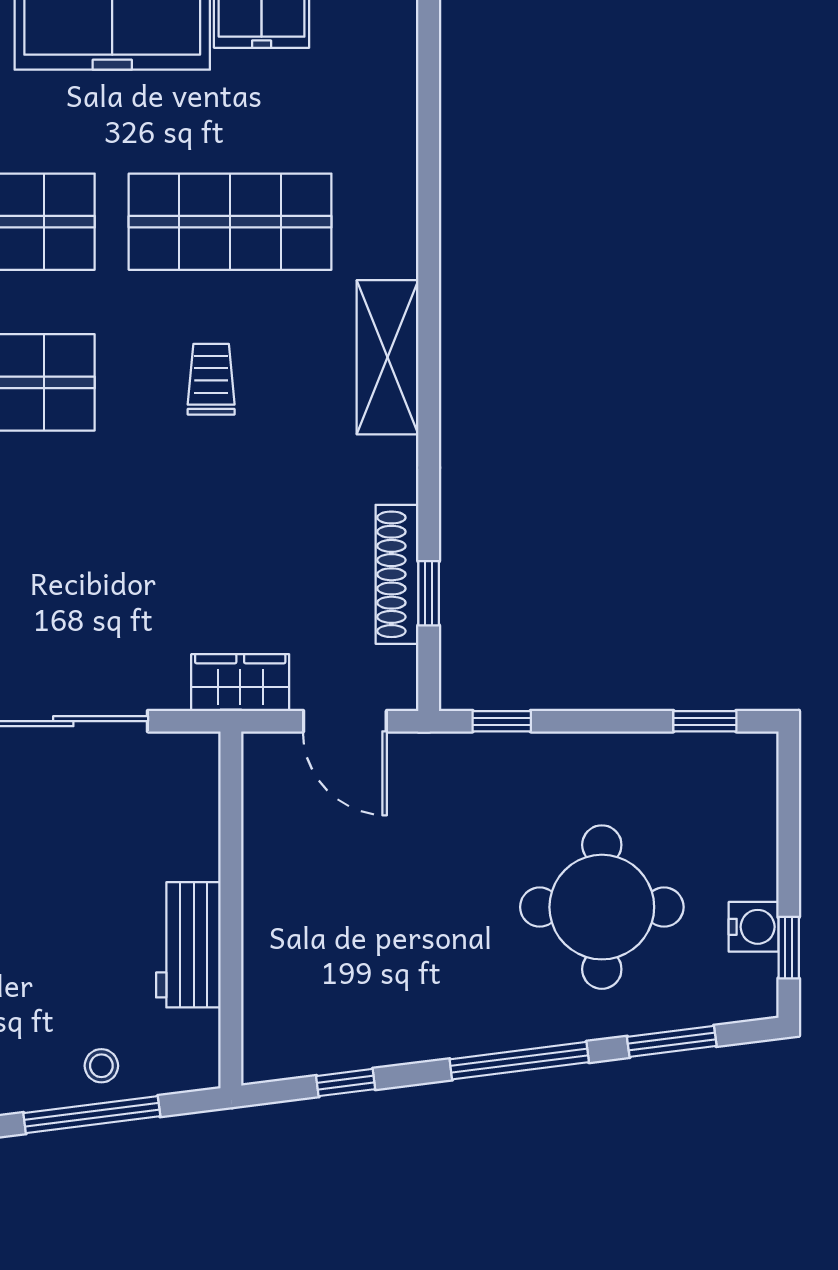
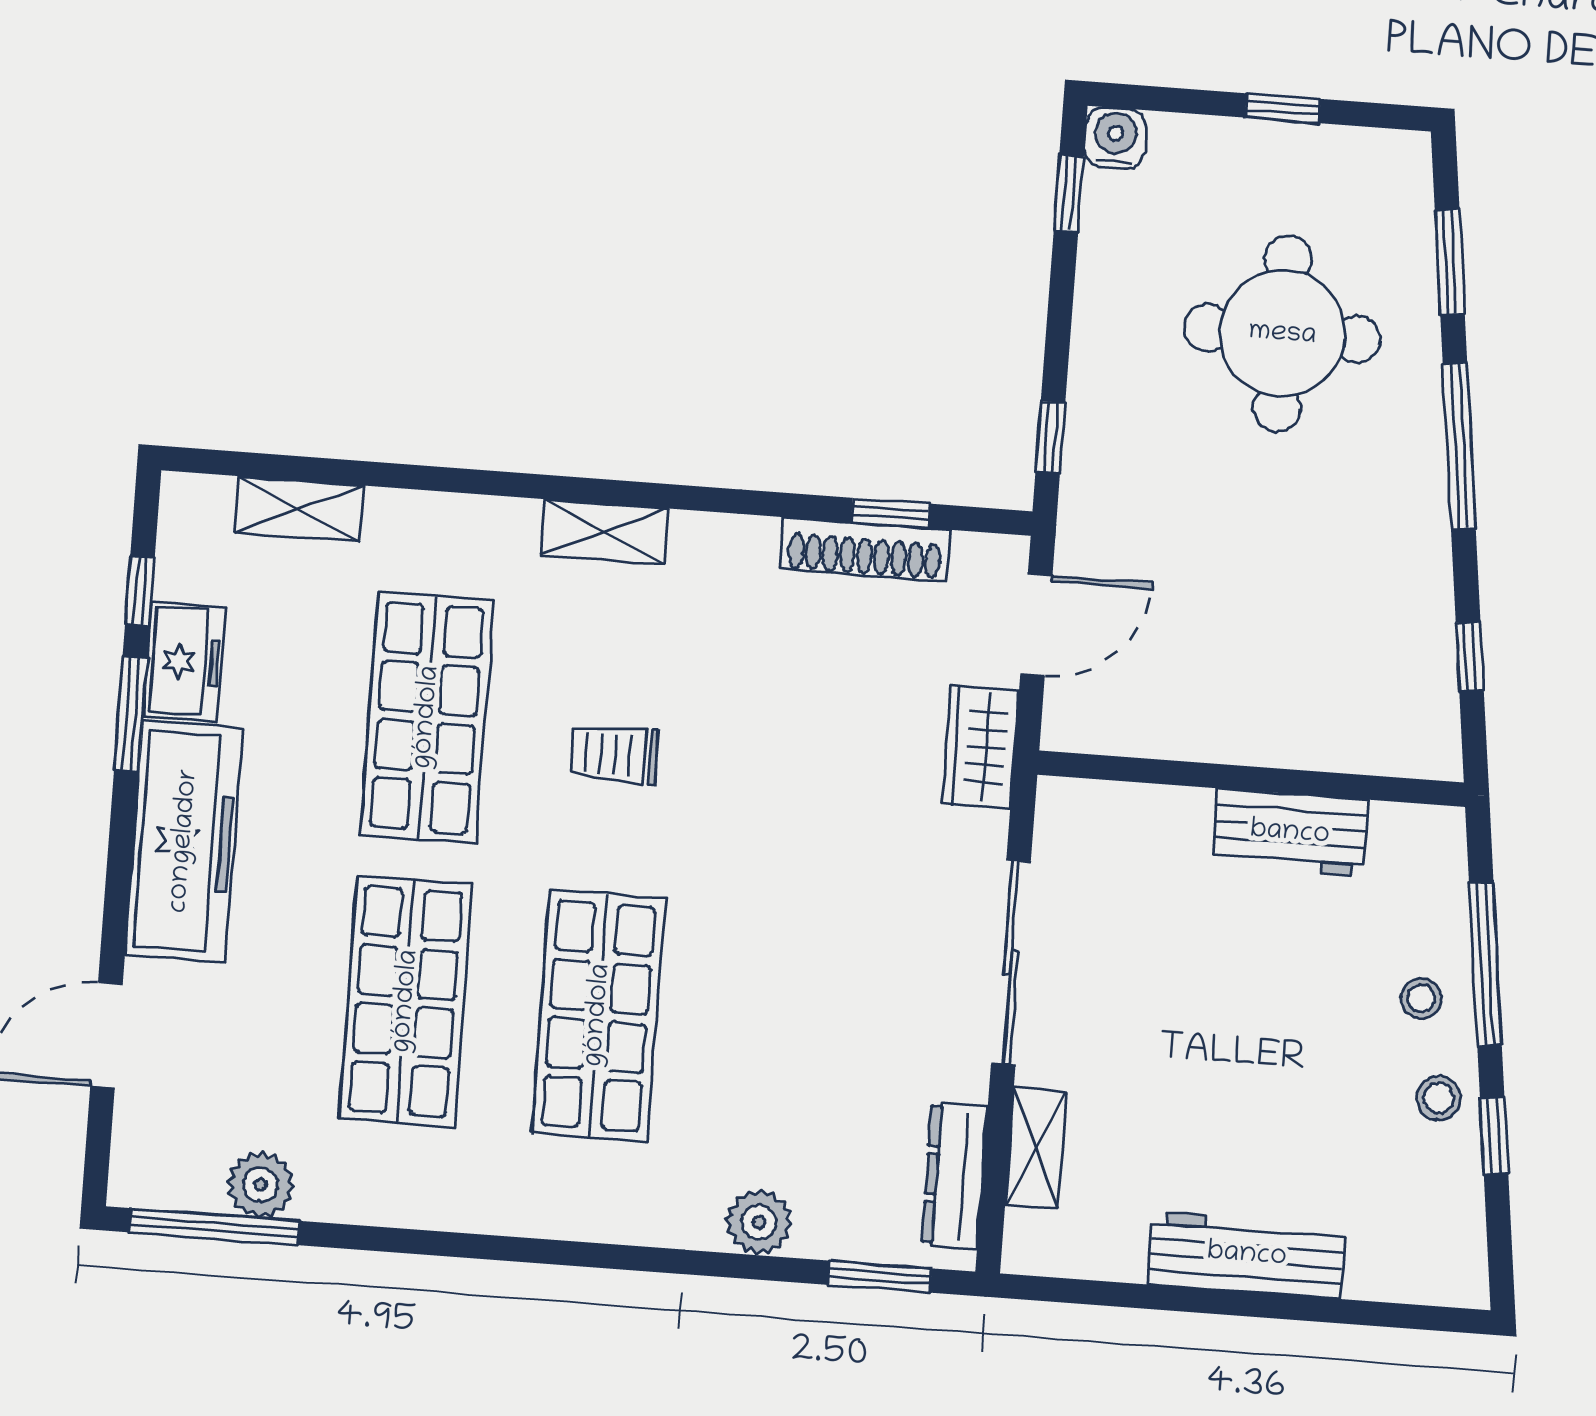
shelving: (395, 102) -> (299, 509), added
shelving: (388, 357) -> (604, 532), width x0.67, depth x0.75
water cooler: (754, 927) -> (1115, 138), moved
window: (789, 948) -> (1283, 108), moved
stool: (101, 1066) -> (1421, 998), moved

